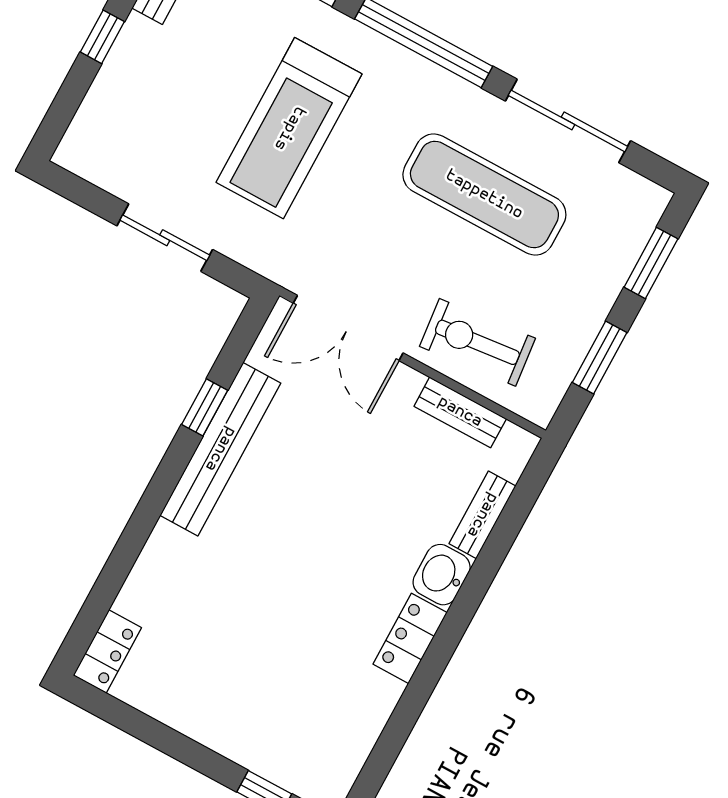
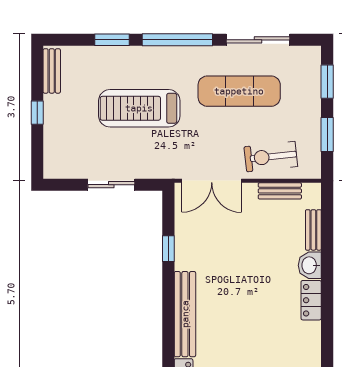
treadmill: (289, 128) -> (139, 108), turned 90
bench: (220, 449) -> (185, 314), moved

